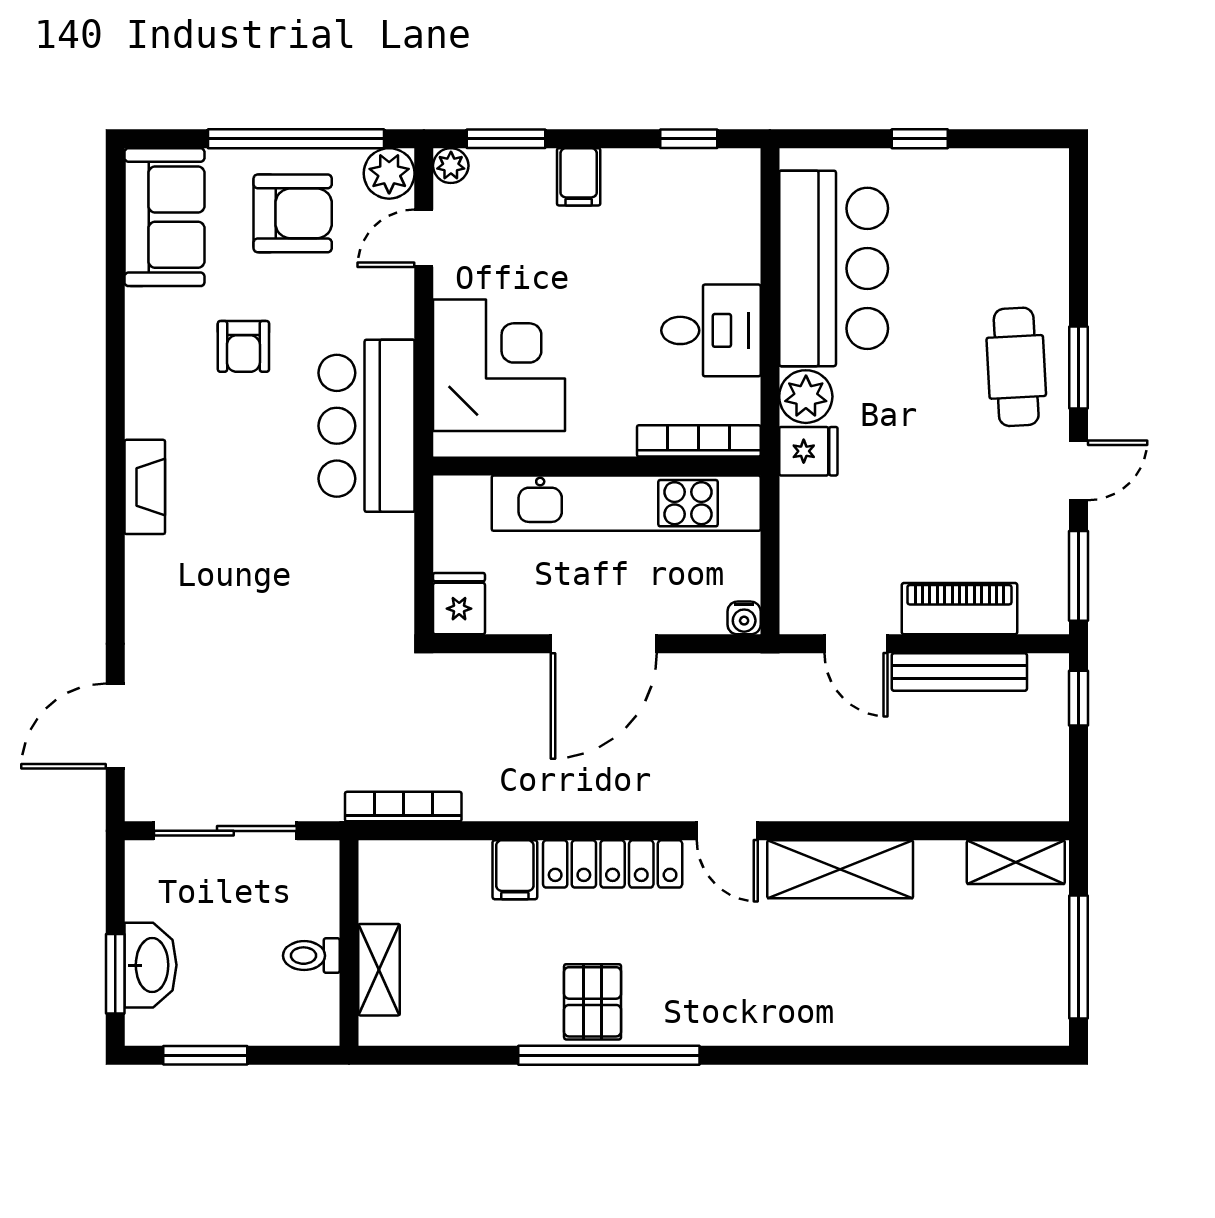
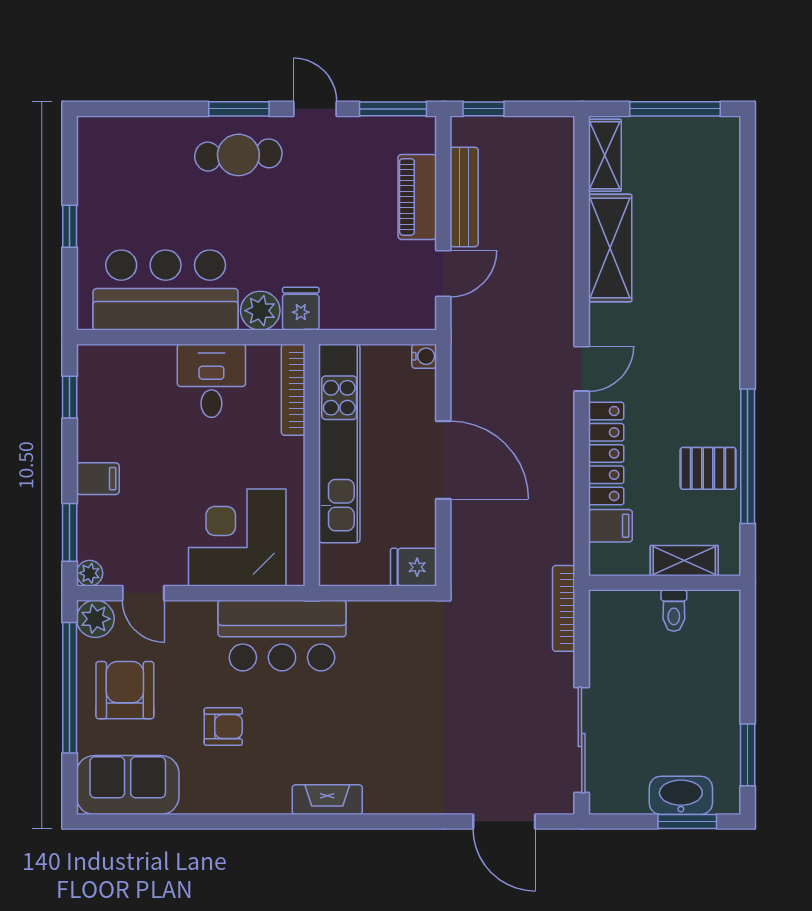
shelving: (840, 869) -> (610, 248), moved
wall: (349, 943) -> (665, 583), moved
toilet: (311, 956) -> (674, 611), moved
shelving: (379, 970) -> (684, 561), moved

